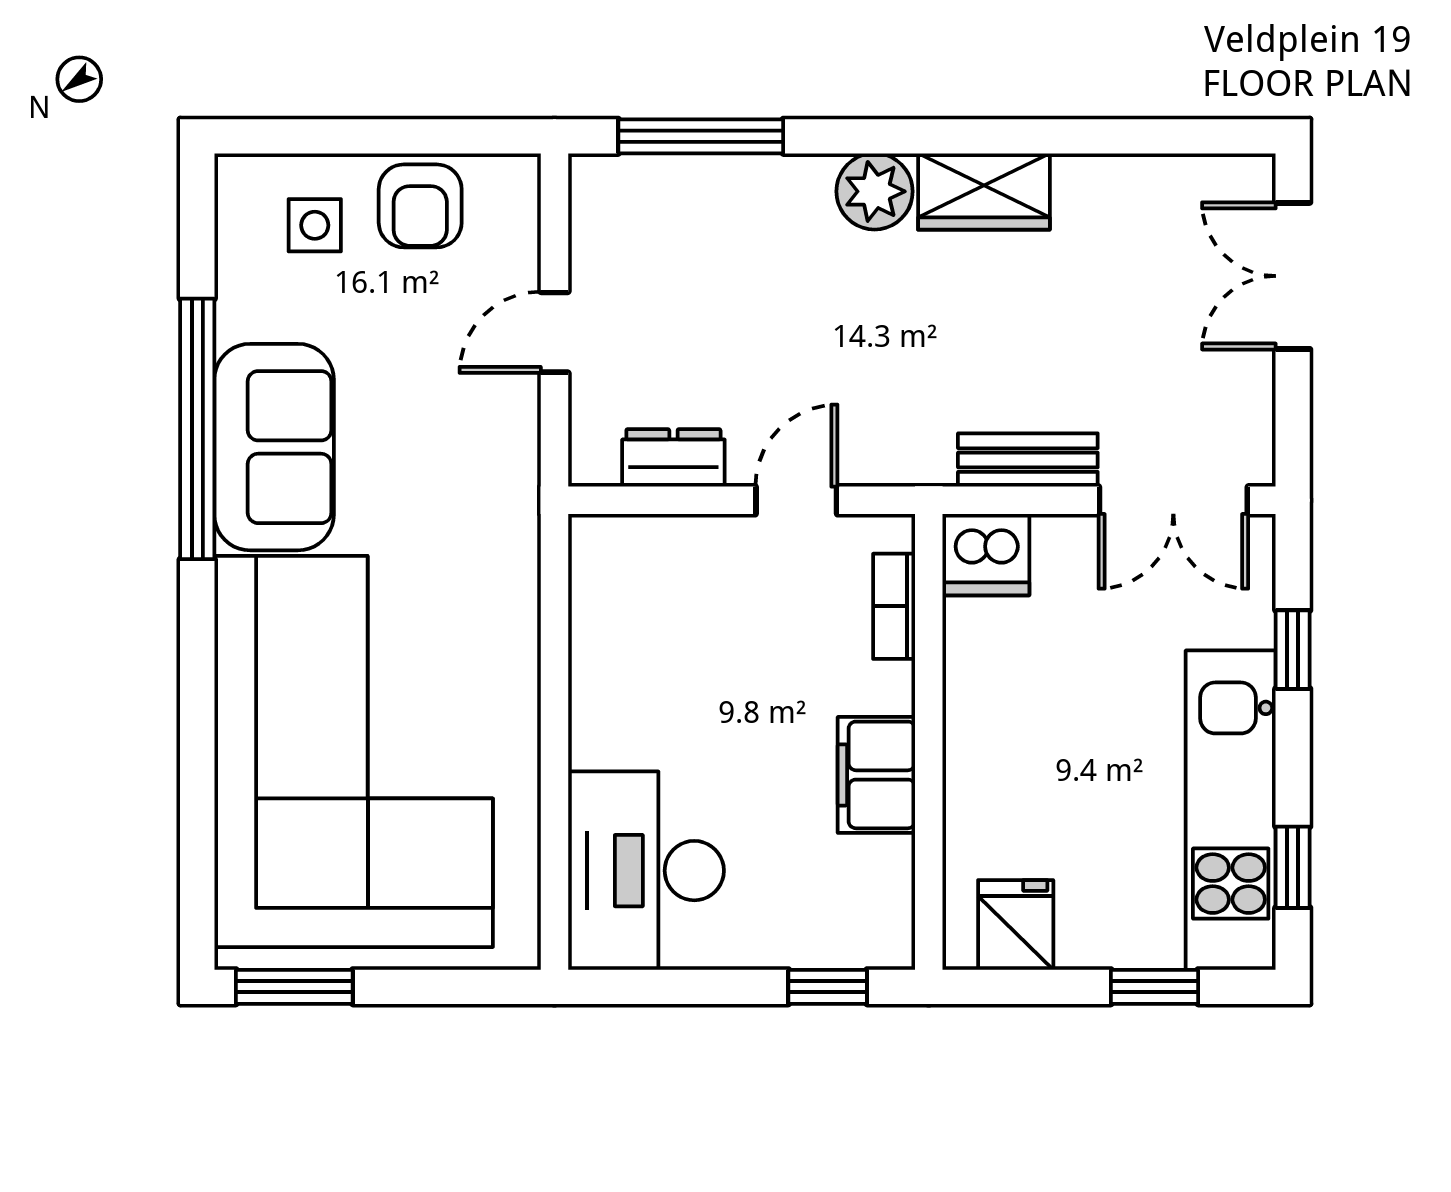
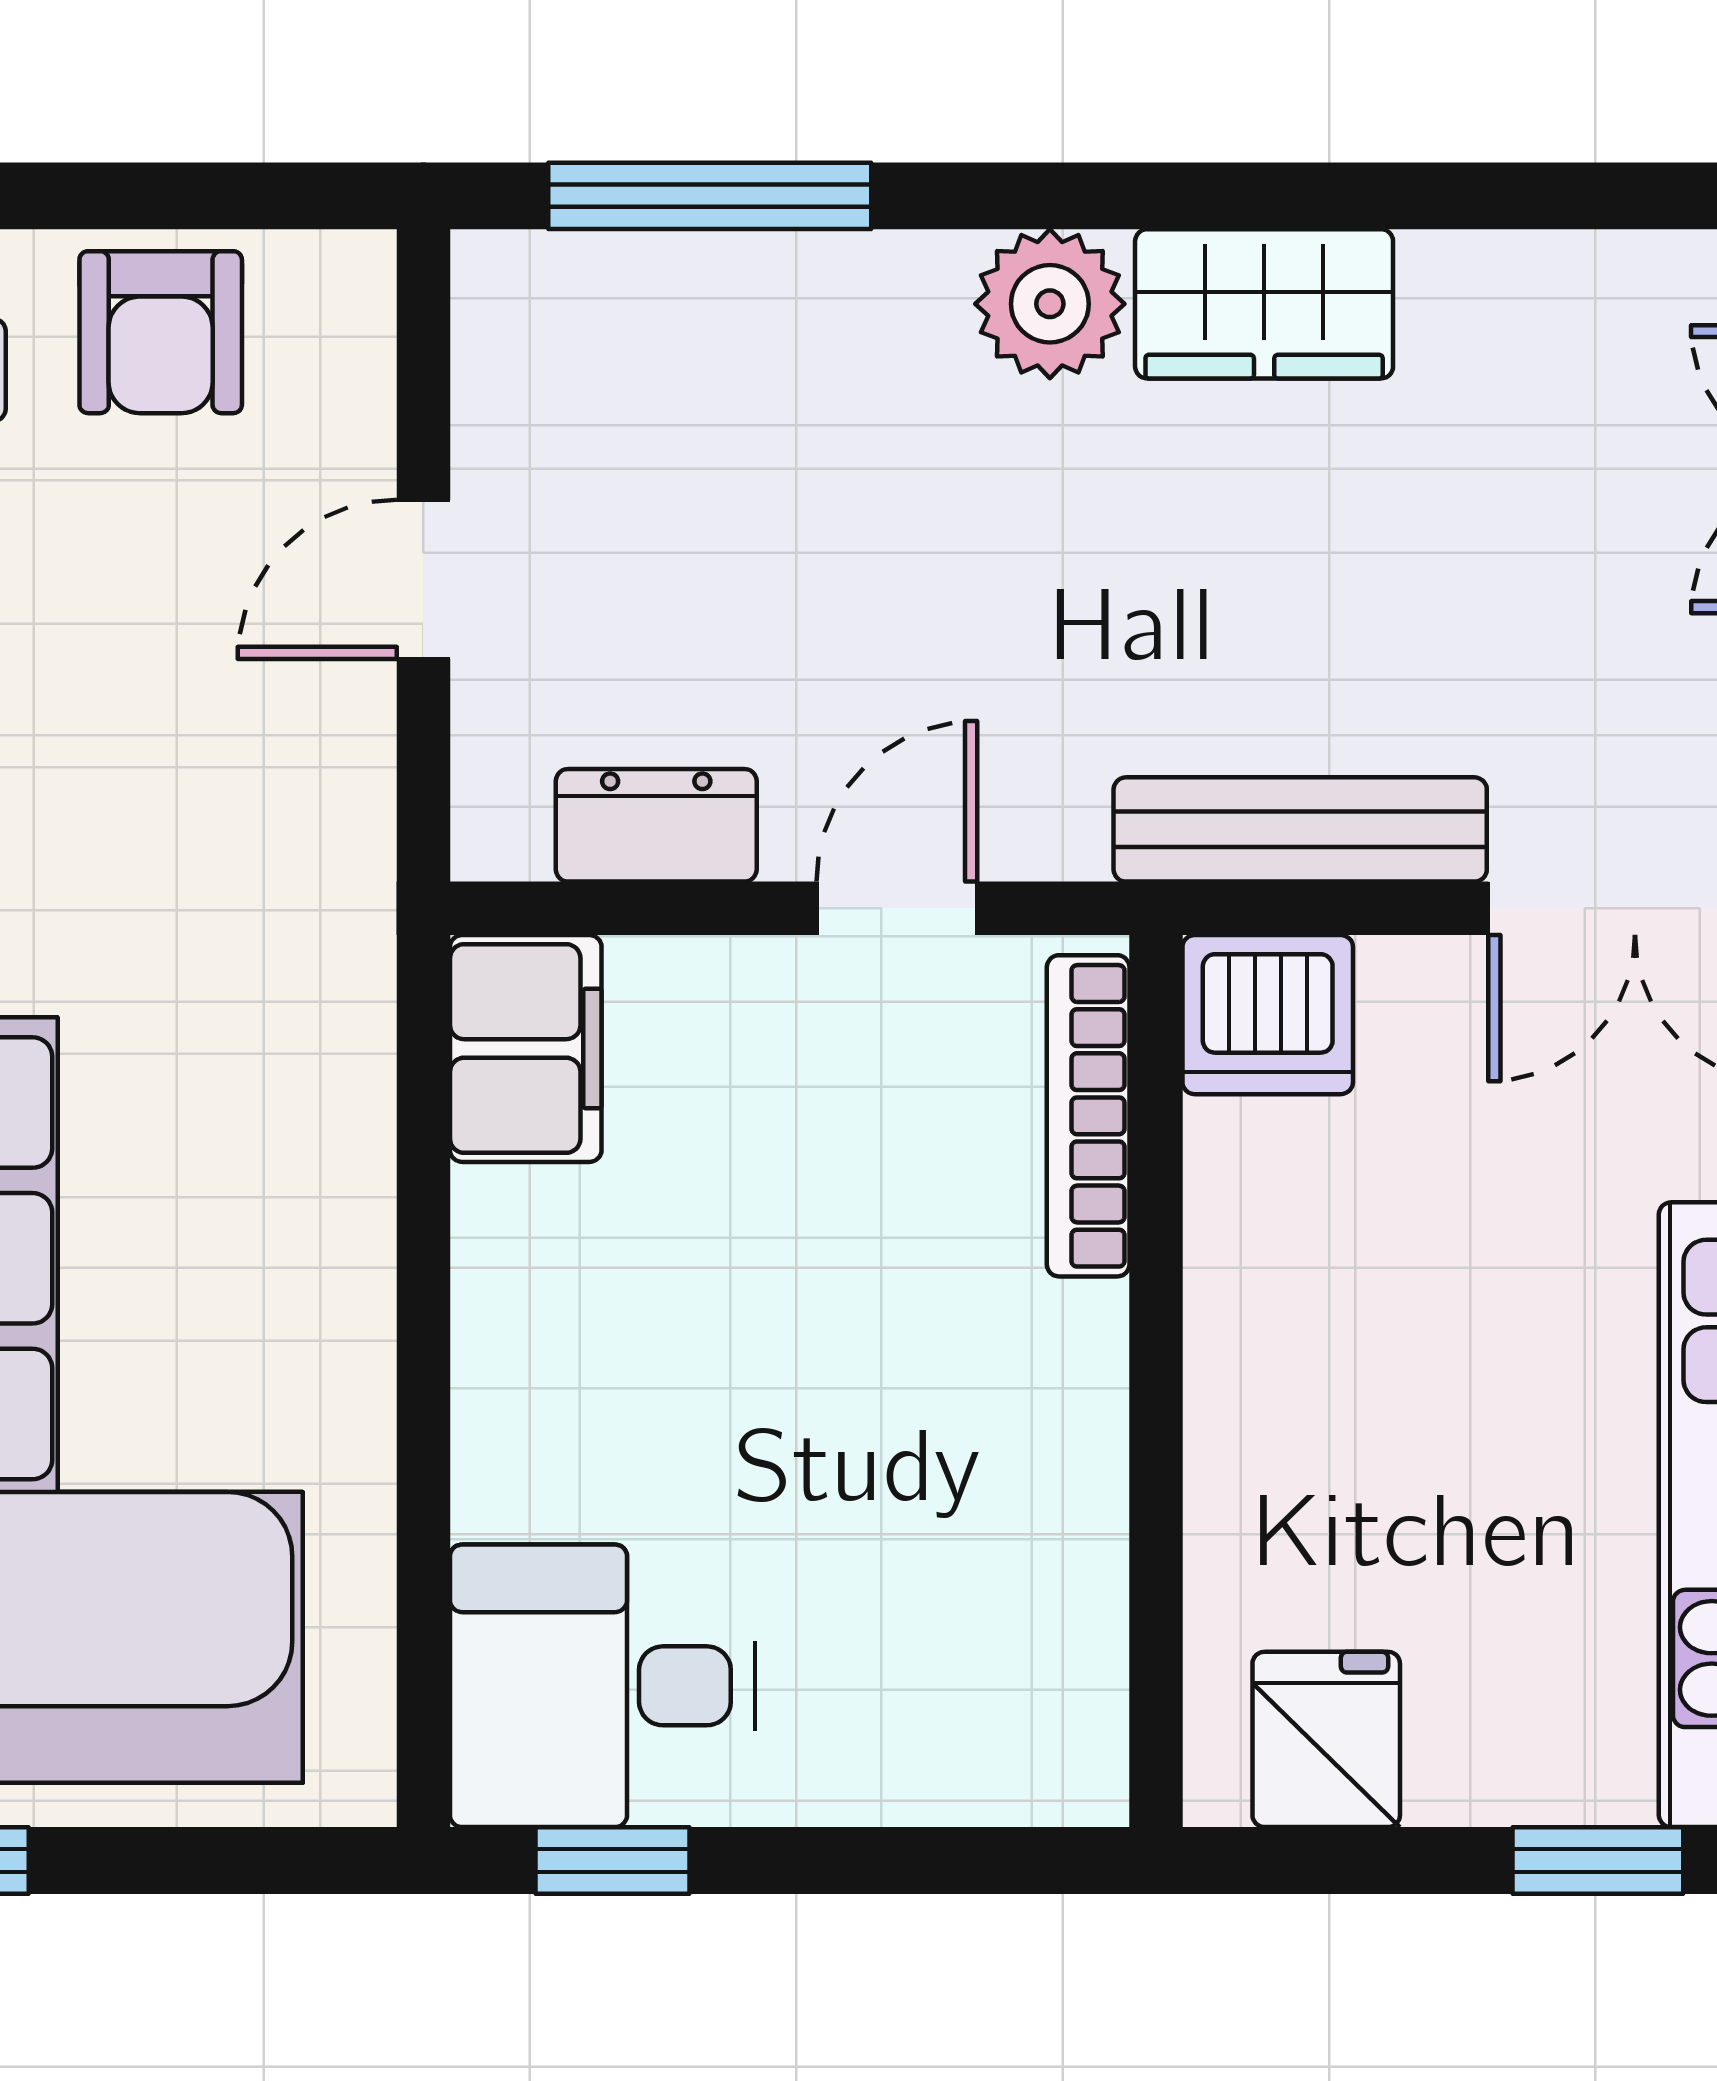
bench: (1028, 460) -> (1300, 829), width x1.36
bookcase: (894, 606) -> (1088, 1116), width x1.56
filing cabinet: (876, 775) -> (526, 1048), moved, turned 180
desk: (646, 871) -> (603, 1686), width x0.73
window: (828, 987) -> (613, 1861), moved

